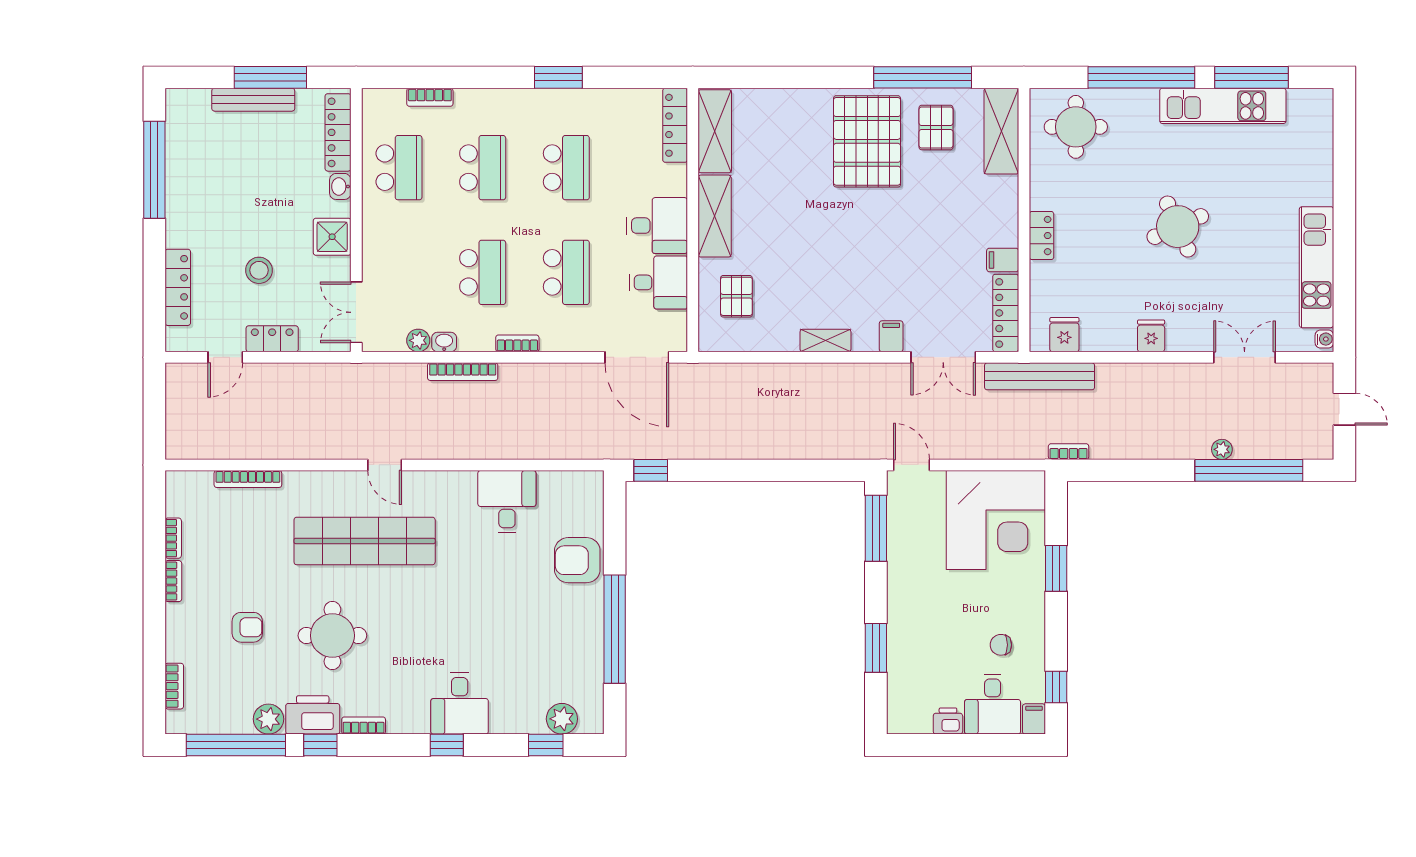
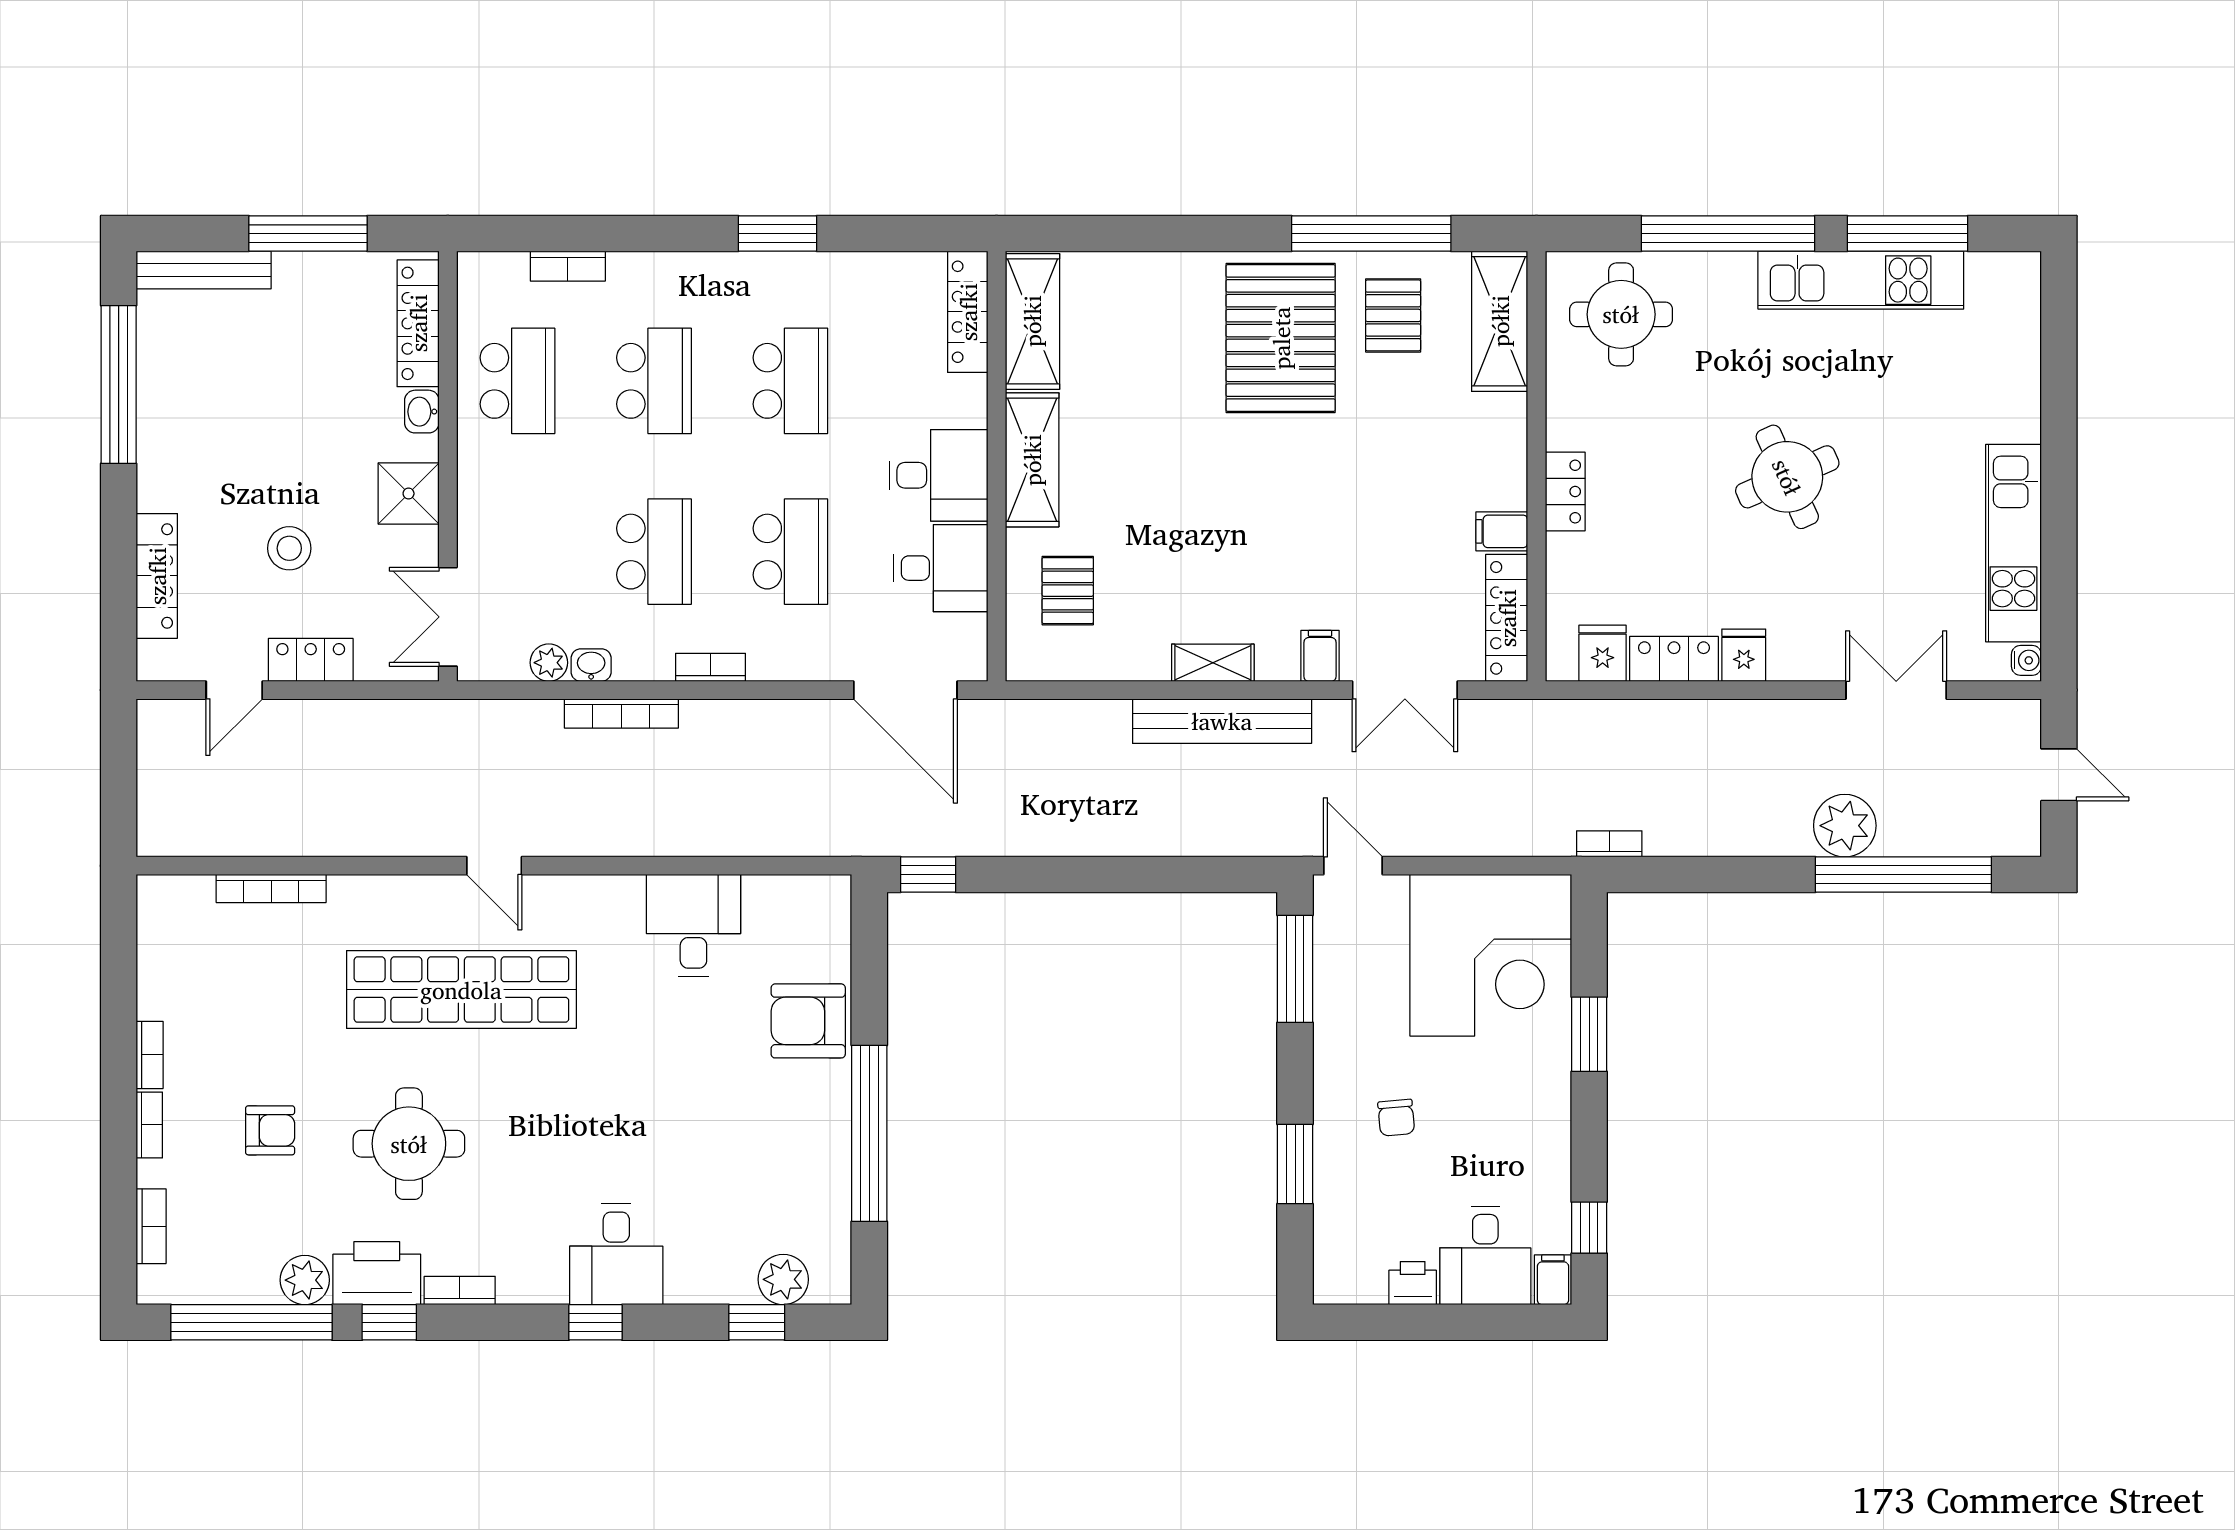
bench: (253, 100) -> (204, 270), moved
locker: (1108, 338) -> (1674, 659), added
bench: (1040, 376) -> (1222, 721), moved
plant: (1222, 449) -> (1845, 826), width x1.88, depth x1.88
bookcase: (173, 538) -> (149, 1125), moved
chair: (1001, 645) -> (1396, 1118), moved, turned -95

